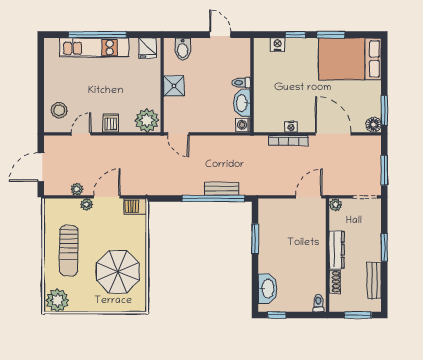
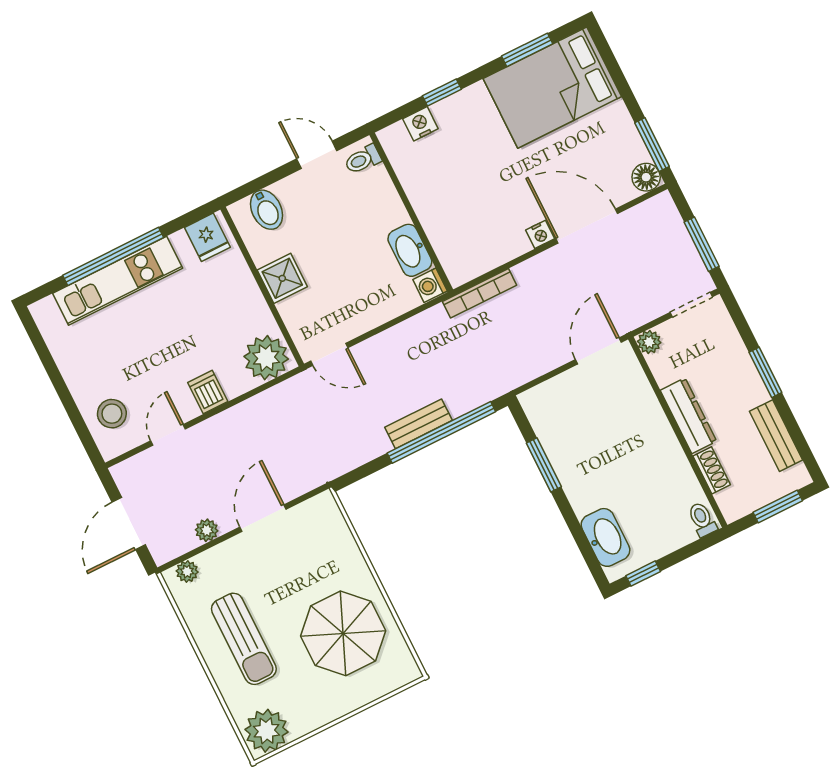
window: (331, 35) -> (527, 50), moved
toilet: (241, 83) -> (363, 159), moved
nightstand: (291, 127) -> (540, 234), moved
bookcase: (289, 141) -> (480, 293), moved
bench: (221, 189) -> (419, 424), moved
plant: (87, 204) -> (187, 571), moved
barbecue: (135, 206) -> (318, 511), removed

